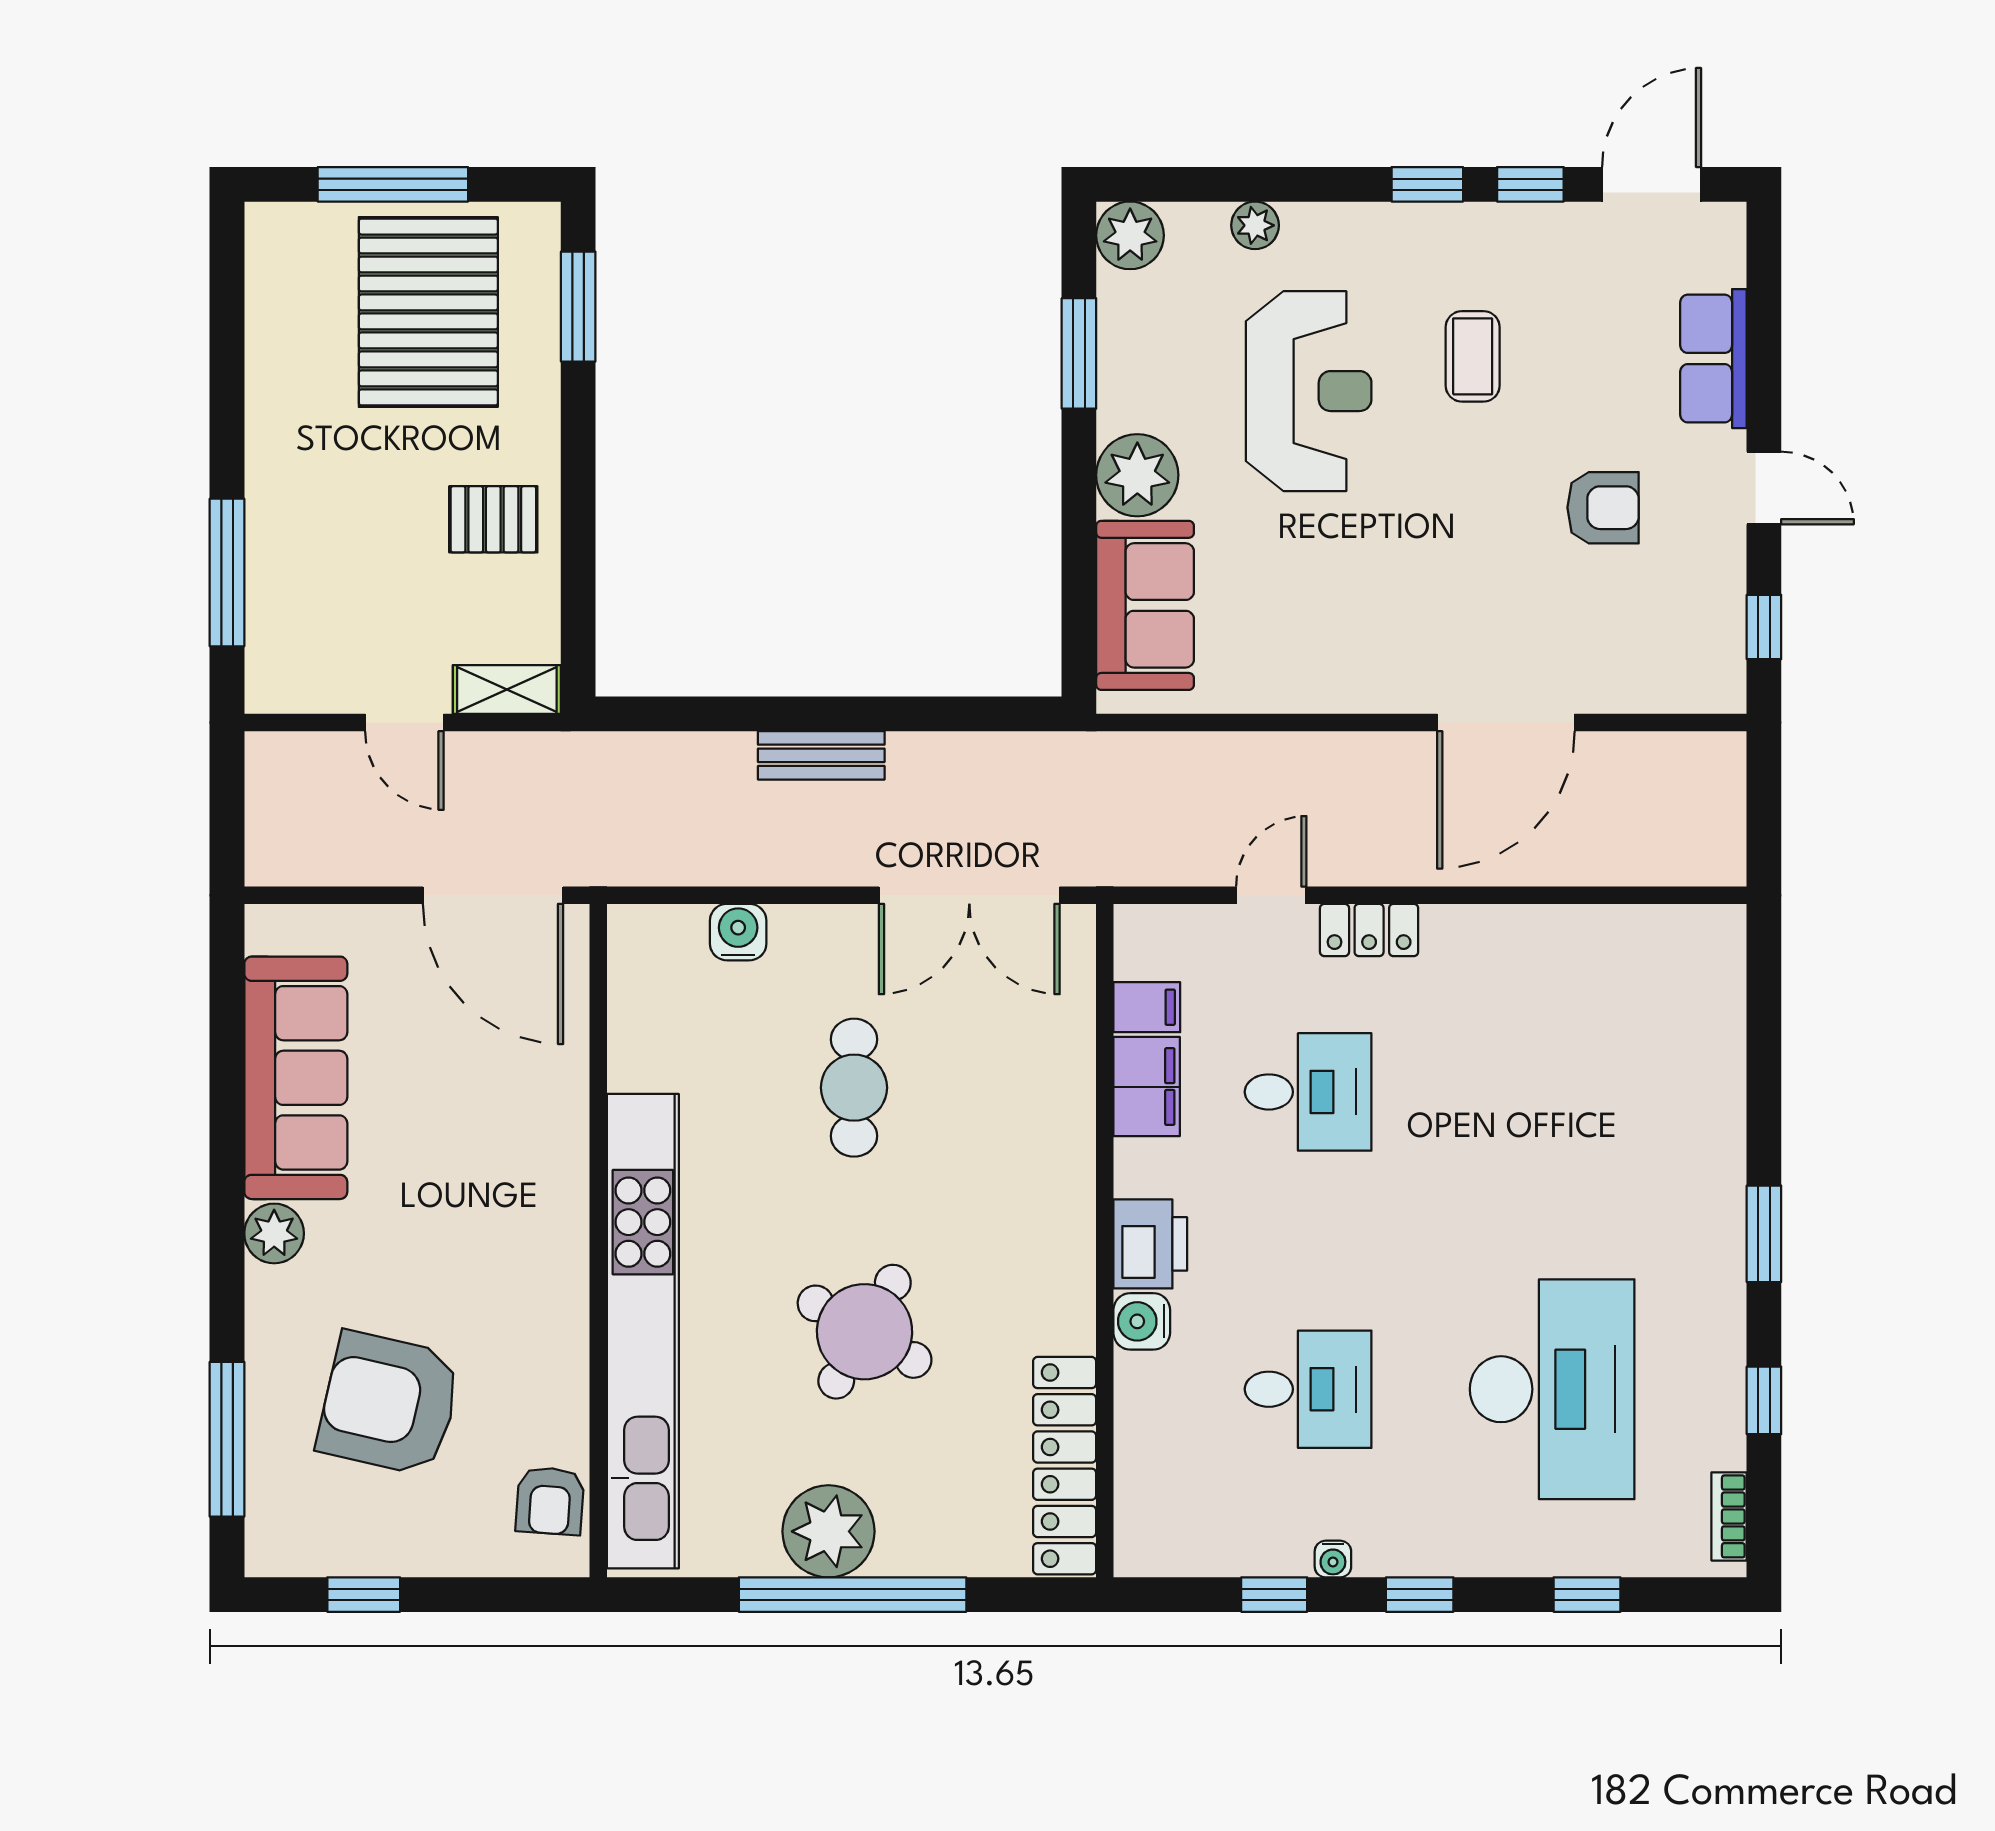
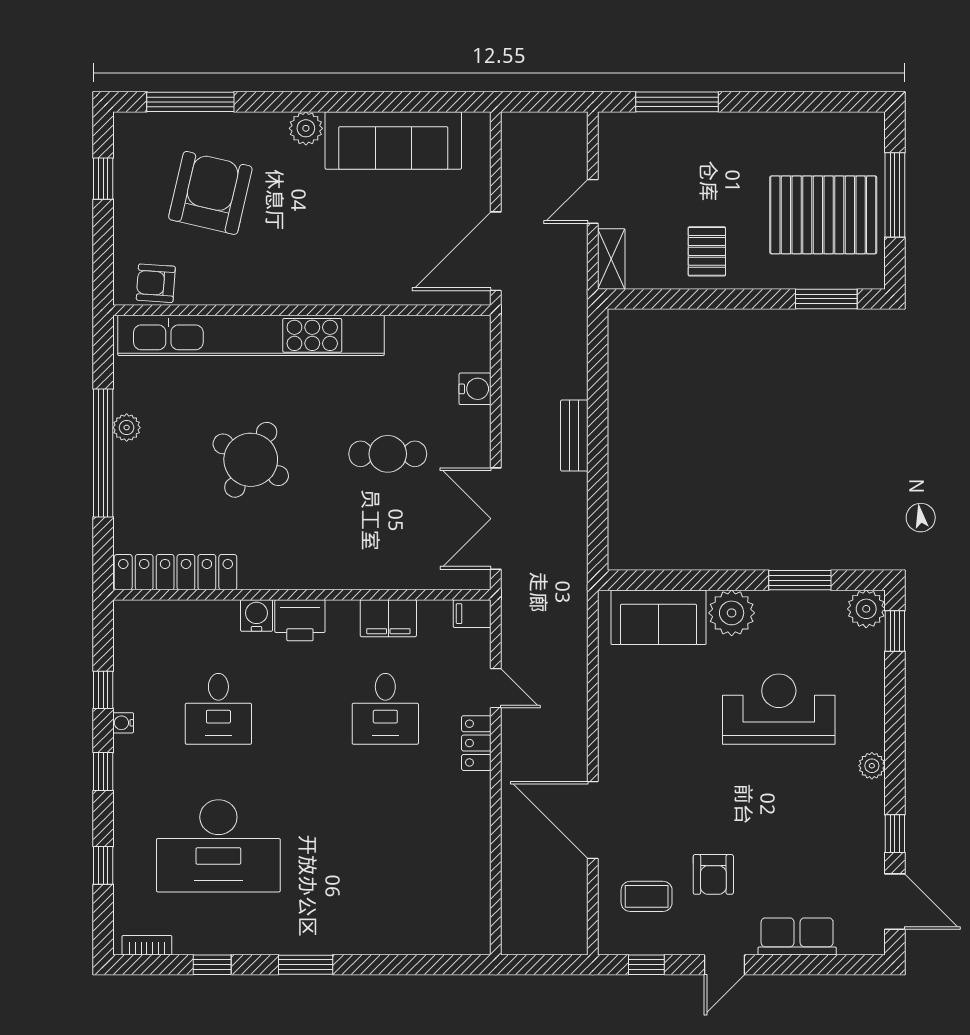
window: (1427, 184) -> (895, 631), moved
plant: (1255, 225) -> (872, 766), moved
coffee table: (1473, 356) -> (647, 896), moved
reception desk: (1309, 391) -> (779, 709), turned 180
filing cabinet: (1147, 1007) -> (472, 614), moved, turned 90
plant: (829, 1531) -> (127, 428), width x0.53, depth x0.53

